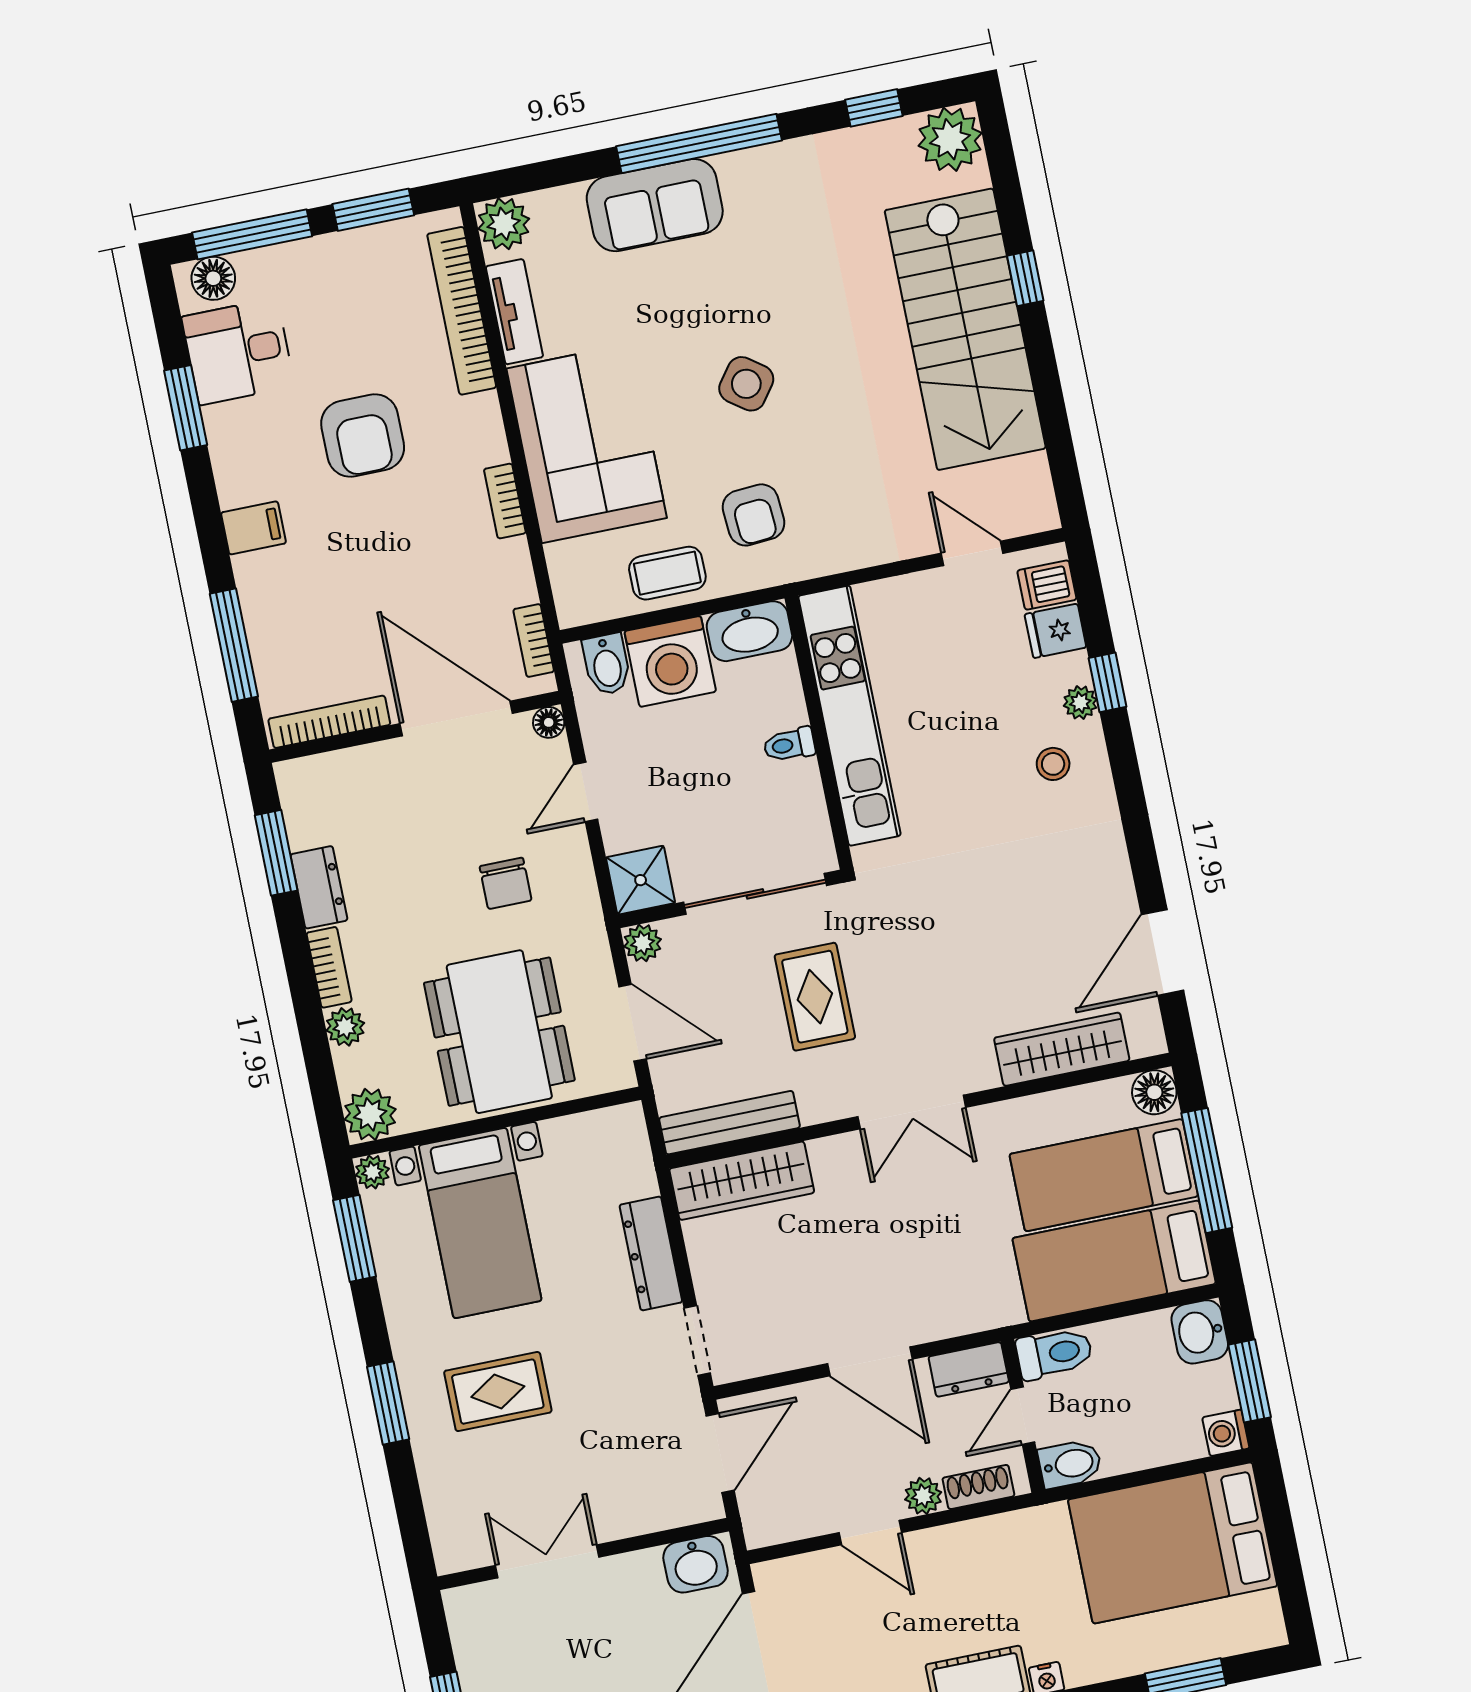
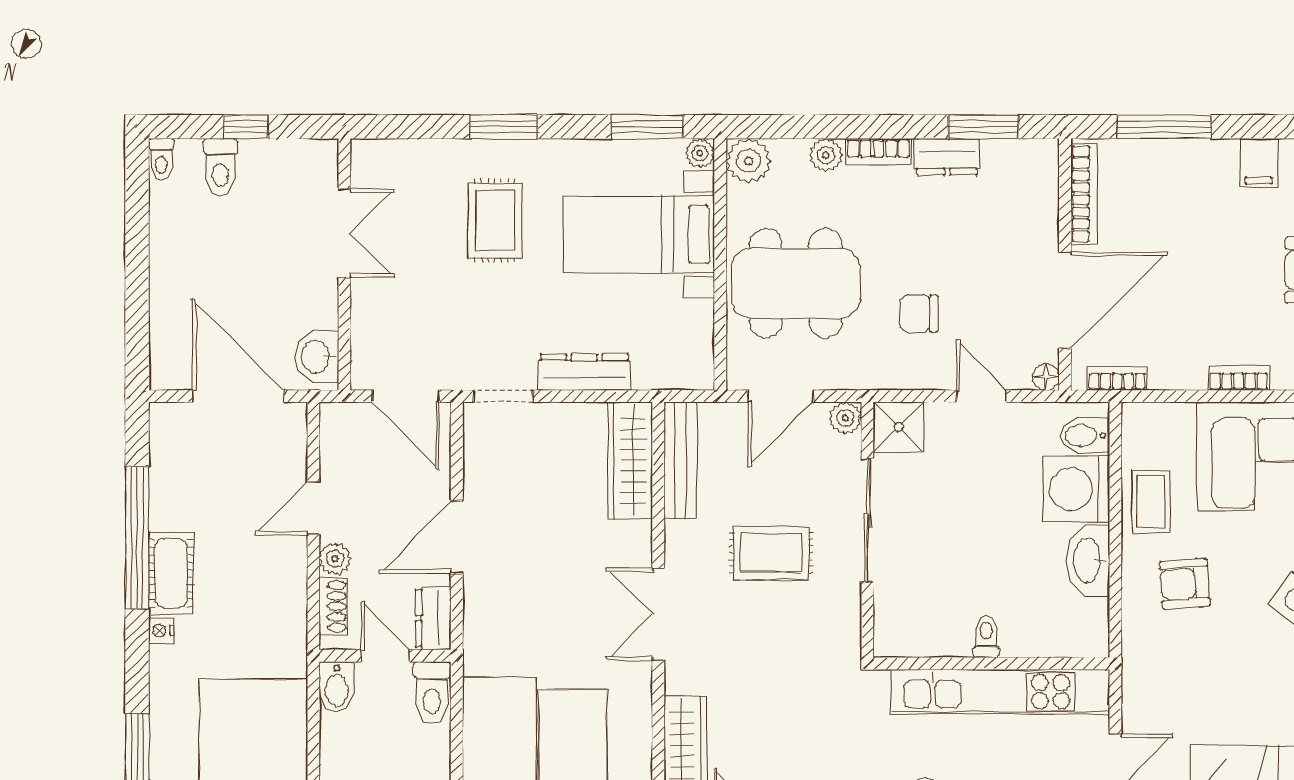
kitchen unit: (849, 716) -> (1000, 692), moved
wall: (819, 733) -> (991, 663), moved
toilet: (789, 745) -> (986, 637), moved

